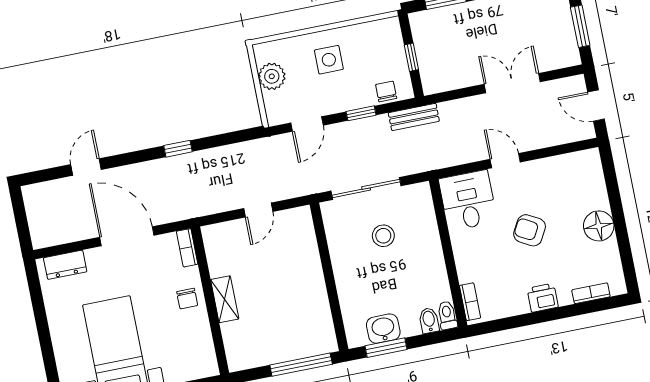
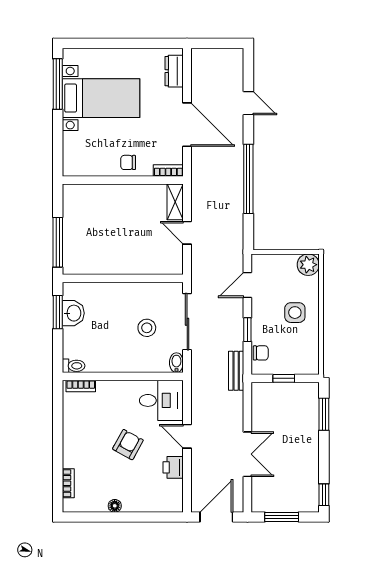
plant: (272, 76) -> (308, 265), moved
door: (596, 106) -> (216, 517), width x1.38
door: (307, 124) -> (247, 285), hinge flipped
window: (178, 149) -> (248, 179), width x3.17
door: (505, 161) -> (187, 436), swing flipped
floor lamp: (599, 226) -> (115, 506), width x0.53, depth x0.53
door: (127, 236) -> (187, 125), hinge flipped
printer: (543, 298) -> (173, 467), moved, turned 180
shelving: (225, 299) -> (175, 202), moved, turned 90
bidet: (429, 320) -> (176, 363), moved, turned -90

